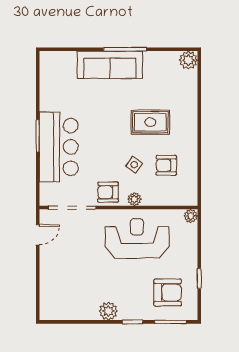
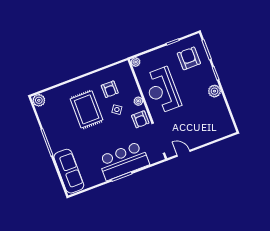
sofa: (110, 65) -> (69, 171), moved
rug: (150, 122) -> (87, 109), width x1.36, depth x1.43

